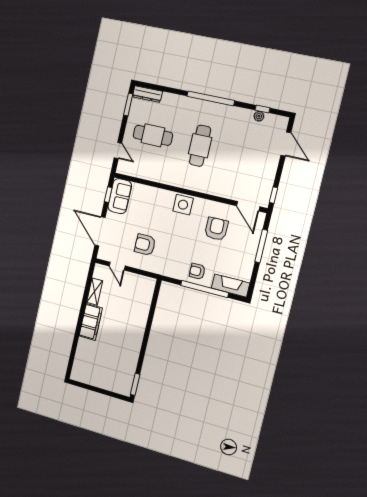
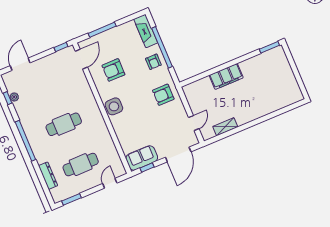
dresser: (147, 94) -> (48, 176), moved
cafe table: (153, 135) -> (81, 165), turned 90
armchair: (145, 245) -> (163, 95), moved, turned 90
filing cabinet: (91, 322) -> (226, 76), moved, turned 180

